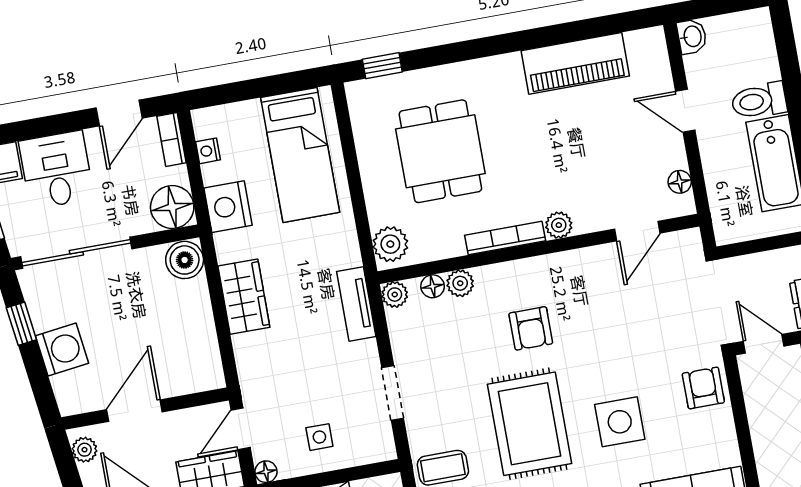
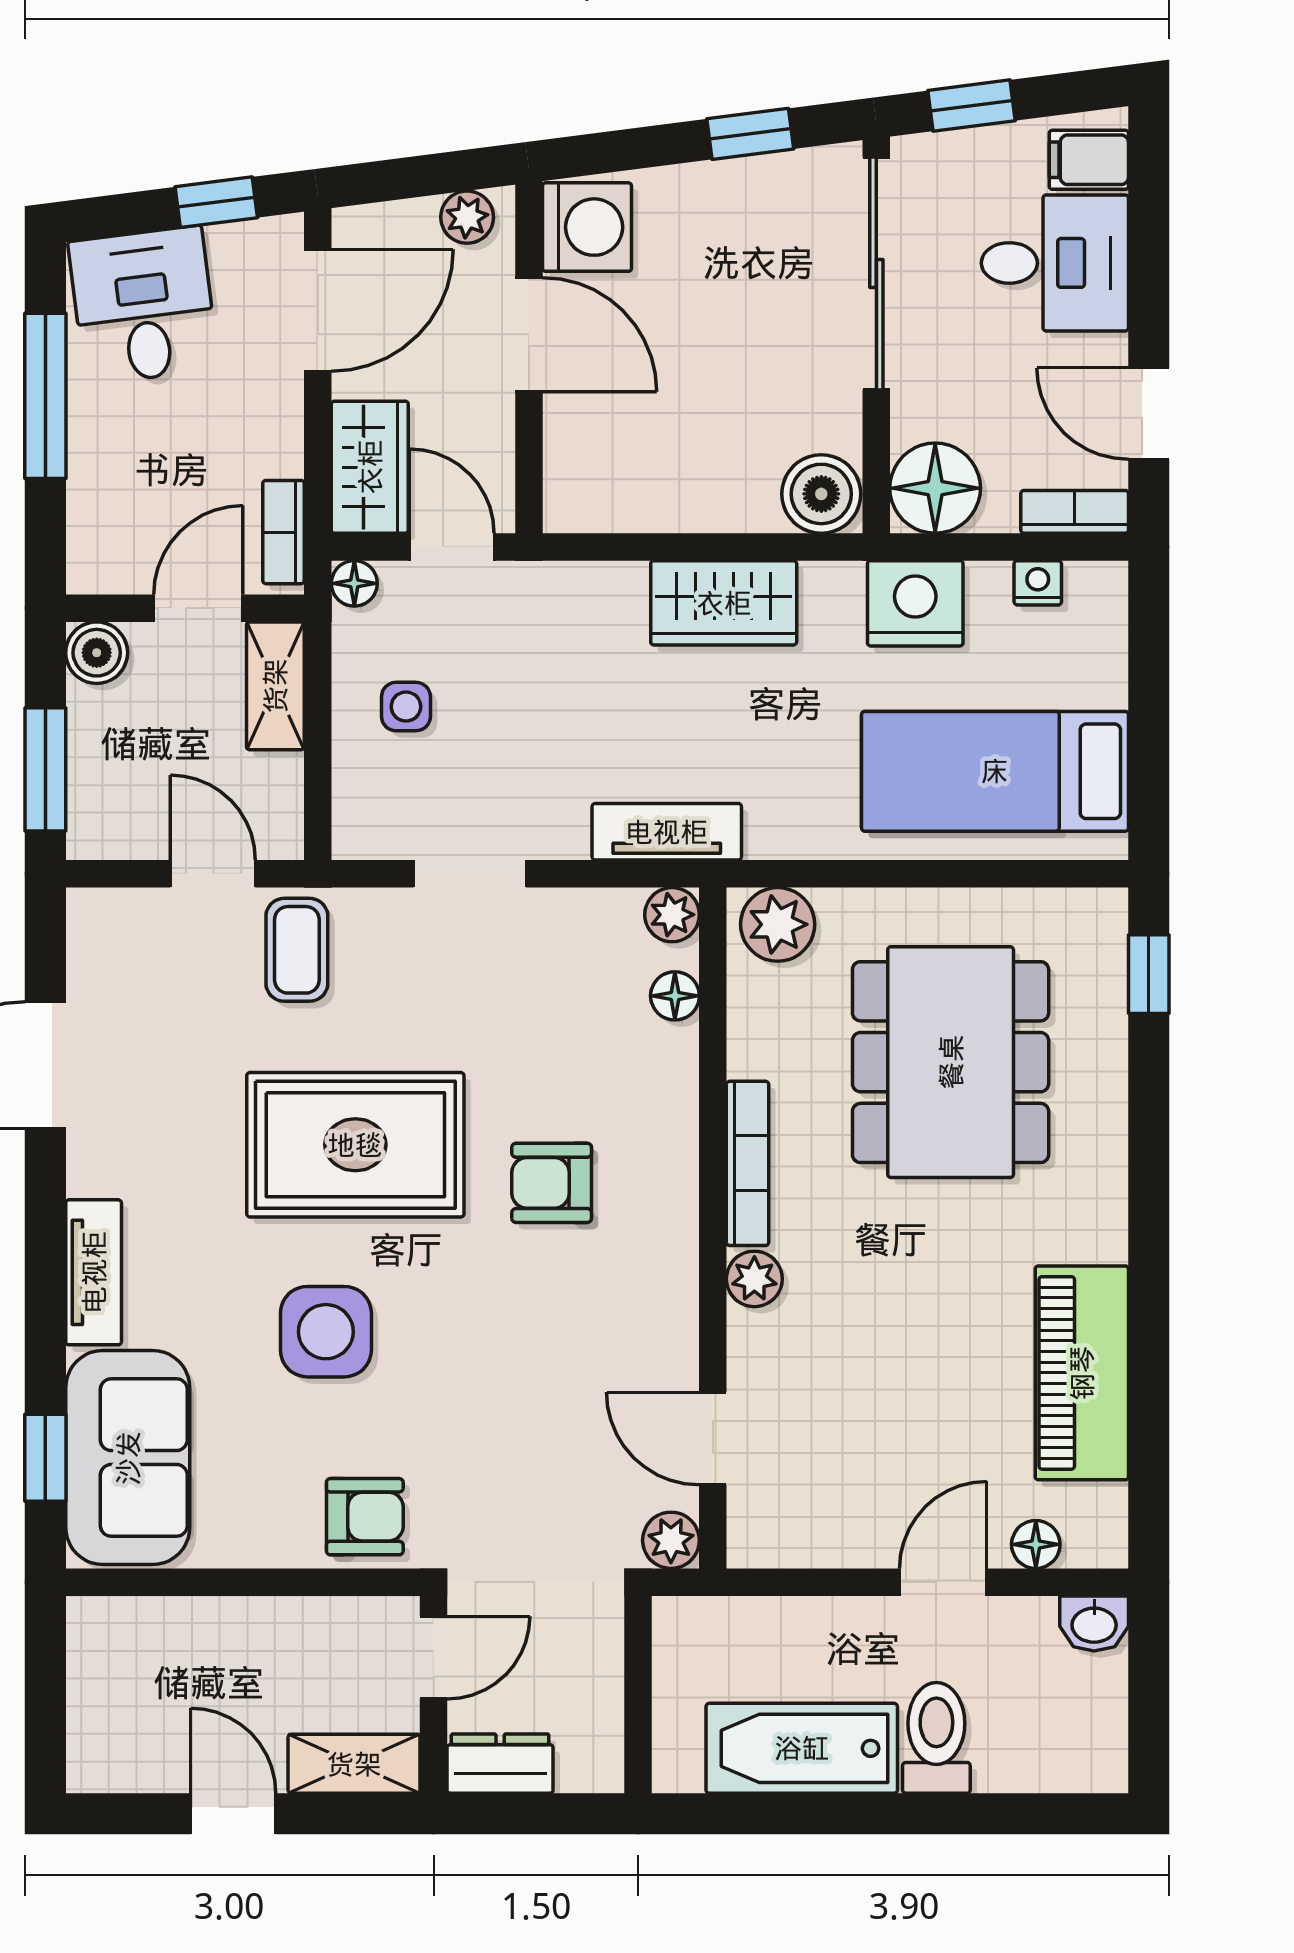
dining table: (440, 151) -> (951, 1062), width x1.38
floor lamp: (680, 182) -> (1036, 1544), moved
plant: (460, 283) -> (671, 1540), moved
washing machine: (62, 349) -> (587, 227), moved, turned -83

